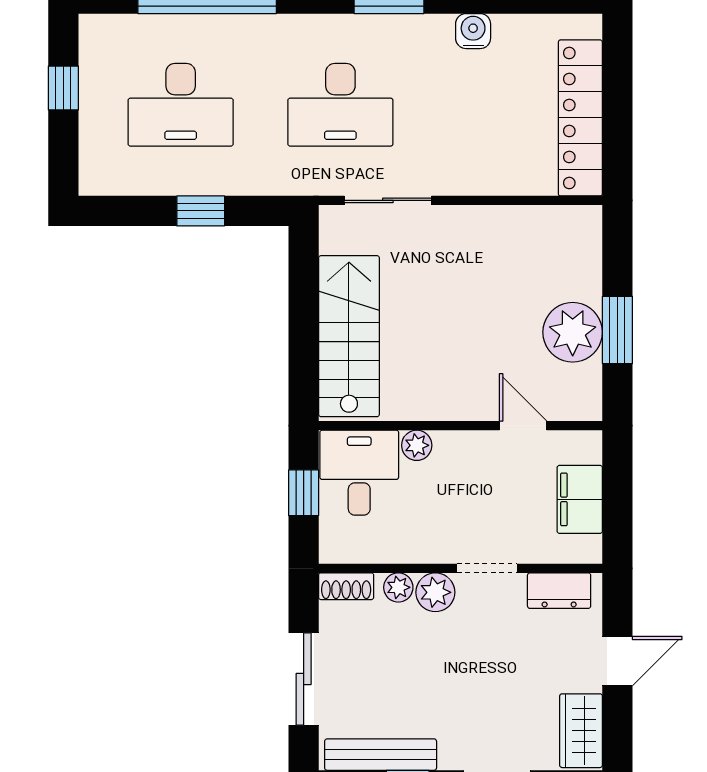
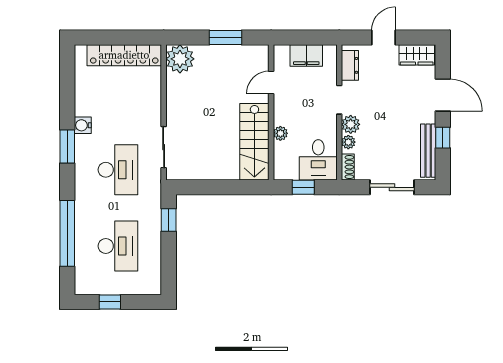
water cooler: (473, 31) -> (83, 125), moved
window: (201, 211) -> (169, 220), moved
plant: (573, 332) -> (180, 59), moved
stairs: (349, 336) -> (254, 142), moved, turned -90
desk: (359, 473) -> (318, 160), moved, turned -90
door: (617, 661) -> (383, 38), hinge flipped

